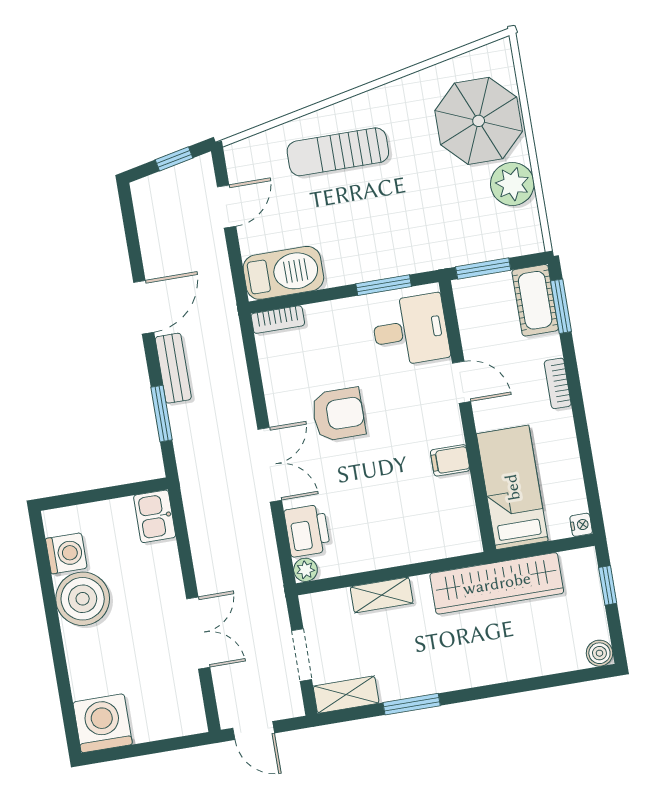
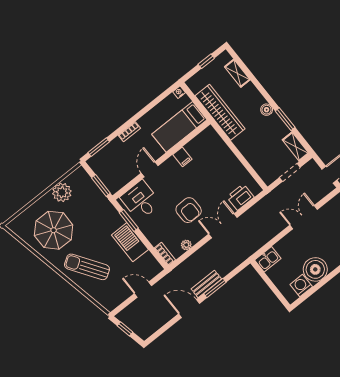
parasol: (479, 121) -> (54, 230), moved
sun lounger: (338, 152) -> (87, 267), turned 146
door: (227, 207) -> (143, 290), moved
barbecue: (283, 273) -> (130, 242), moved
cot: (535, 300) -> (102, 158), removed
window: (161, 414) -> (215, 288), moved
armchair: (338, 414) -> (189, 210), turned 180
plant: (305, 570) -> (186, 245), moved
window: (608, 585) -> (206, 61), moved
shelving: (382, 595) -> (237, 73), moved
boiler: (599, 653) -> (267, 110), moved

